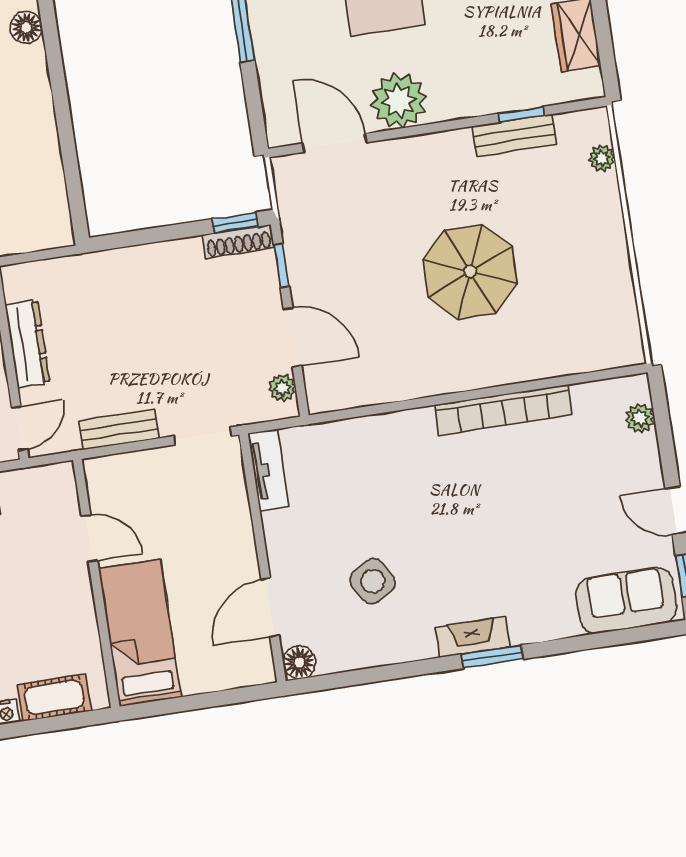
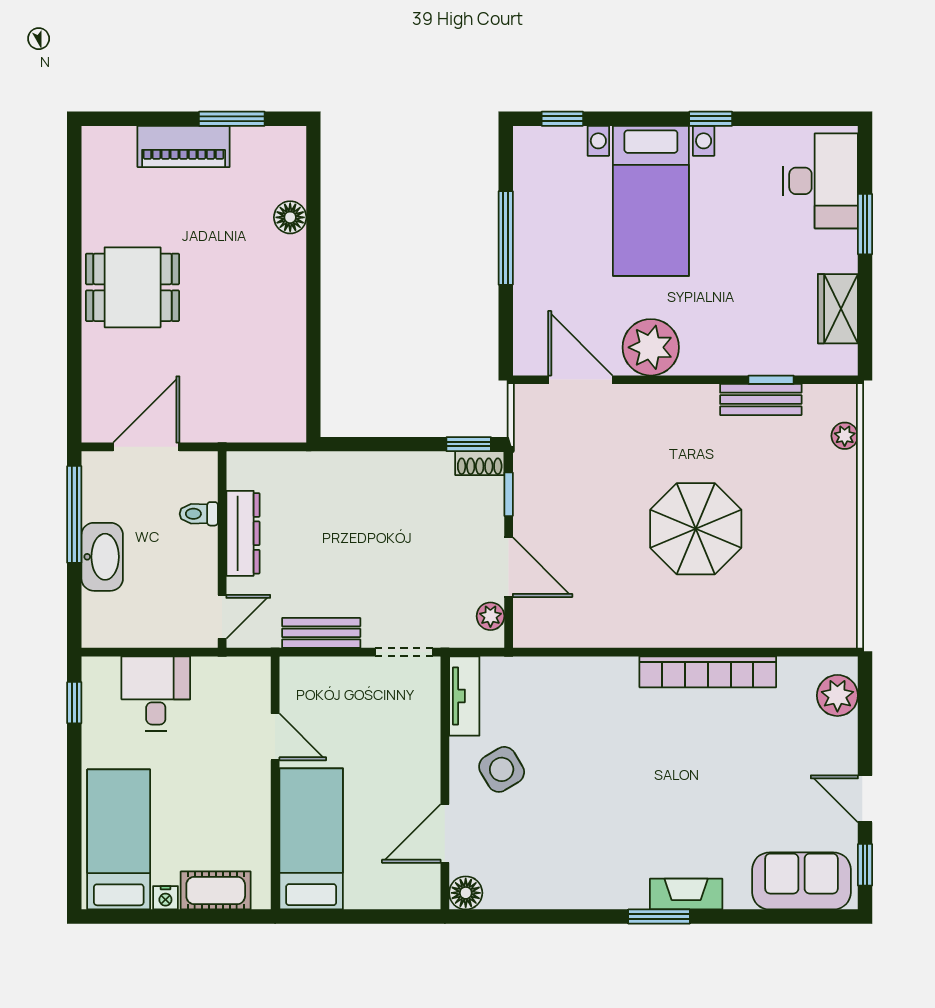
shoe rack: (238, 241) -> (480, 463), width x0.70
plant: (640, 418) -> (837, 695), width x1.38, depth x1.38
side table: (373, 581) -> (502, 769), moved
fireplace: (473, 637) -> (686, 894), moved

